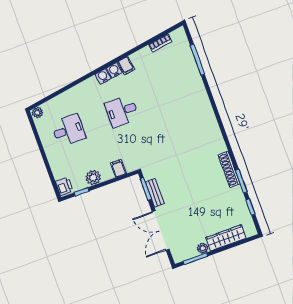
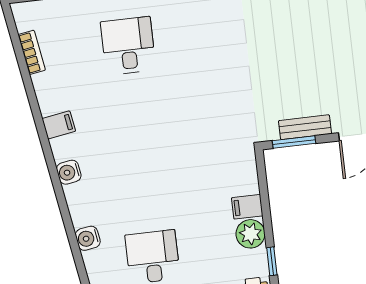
water cooler: (114, 70) -> (88, 238), moved
desk: (122, 111) -> (128, 46), moved, turned 180
filing cabinet: (118, 168) -> (247, 207), moved

